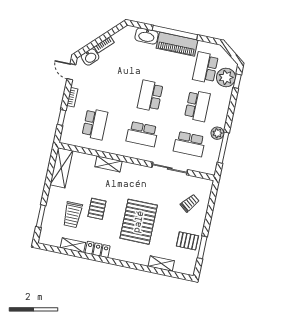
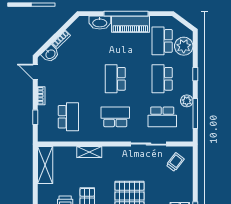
window: (237, 81) -> (195, 74), moved
school desk: (197, 106) -> (162, 79), turned 180
school desk: (142, 134) -> (115, 117), turned 180
trolley: (190, 203) -> (175, 162), moved

